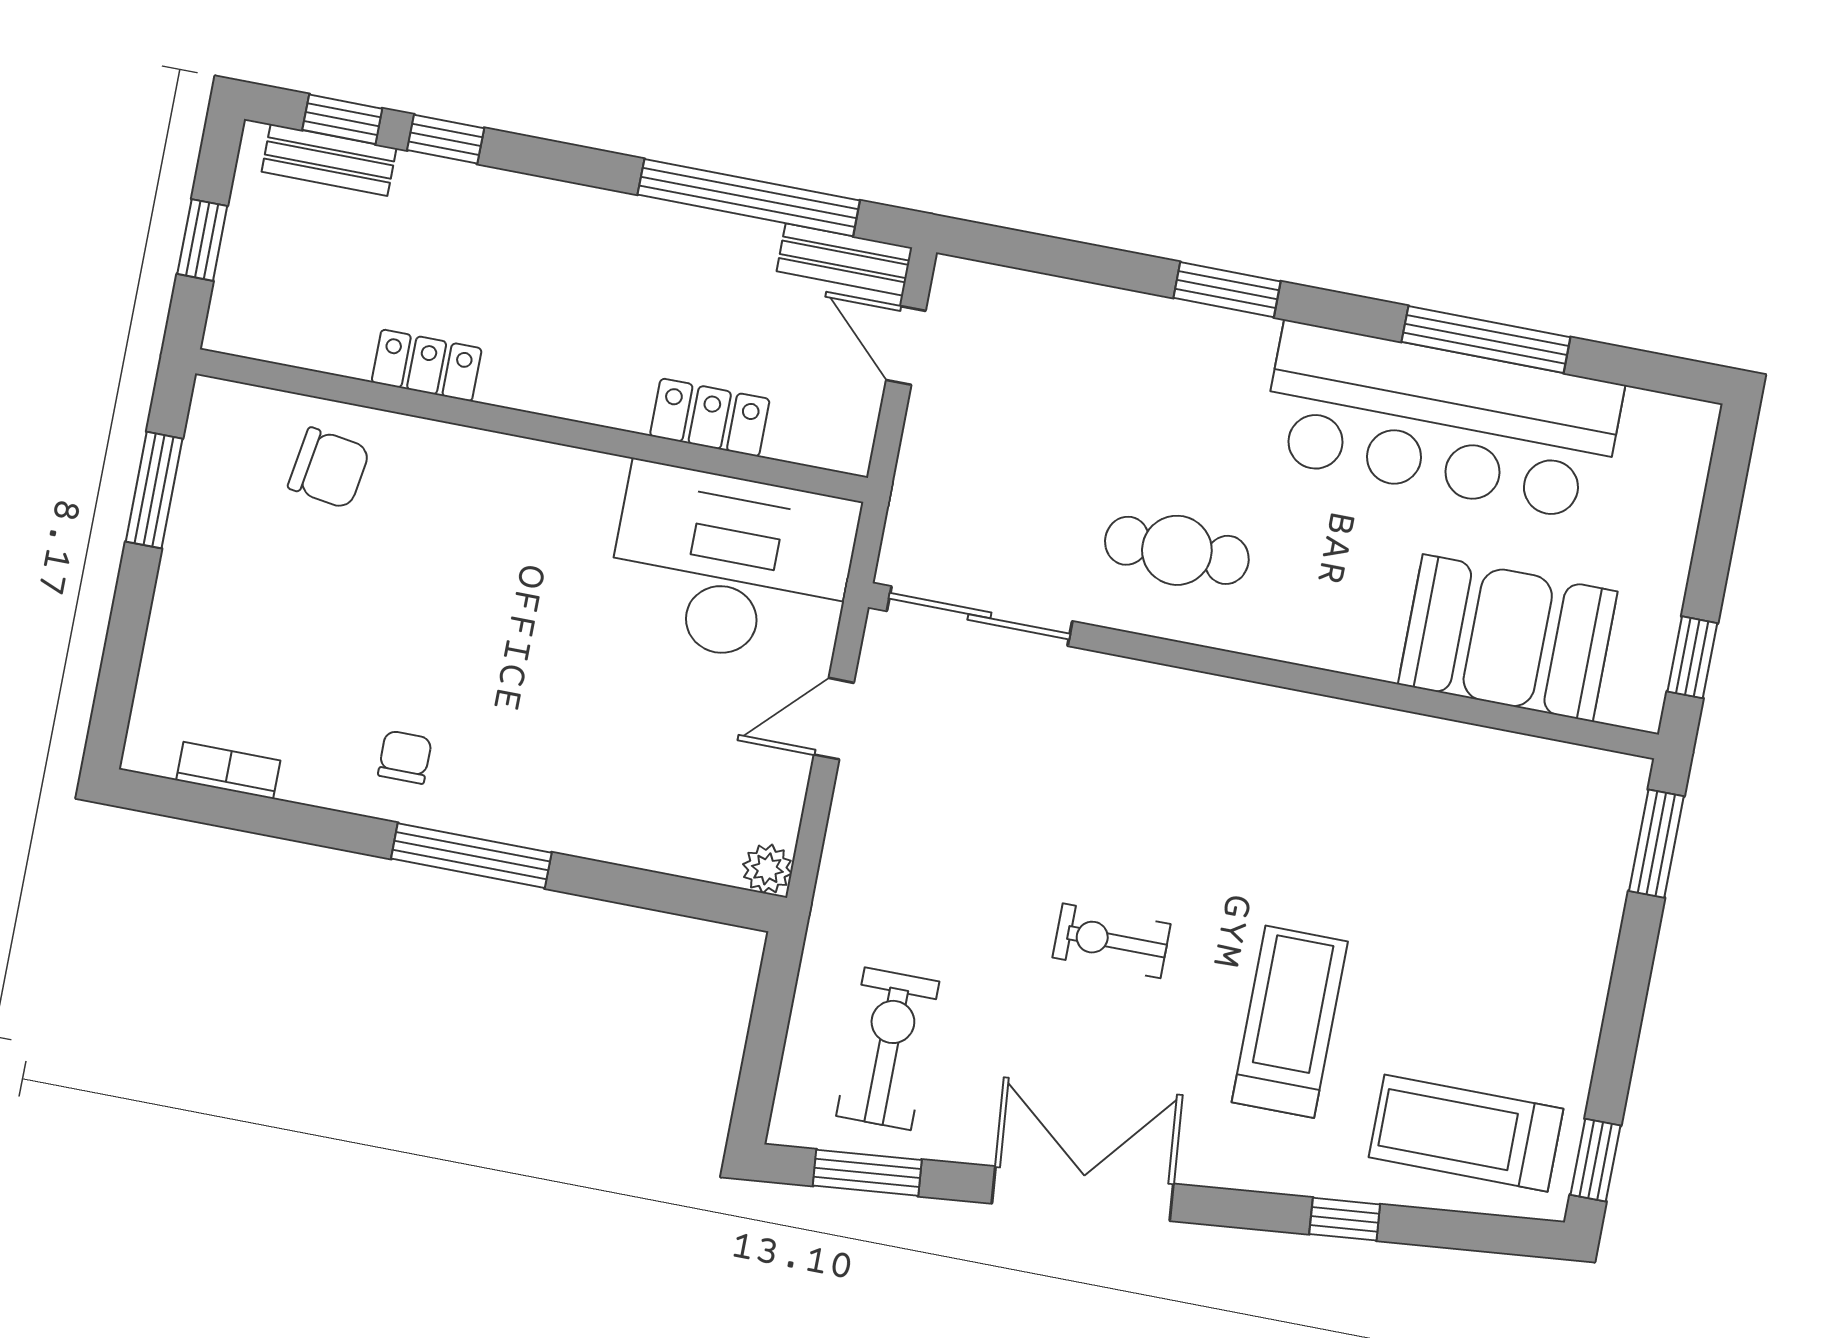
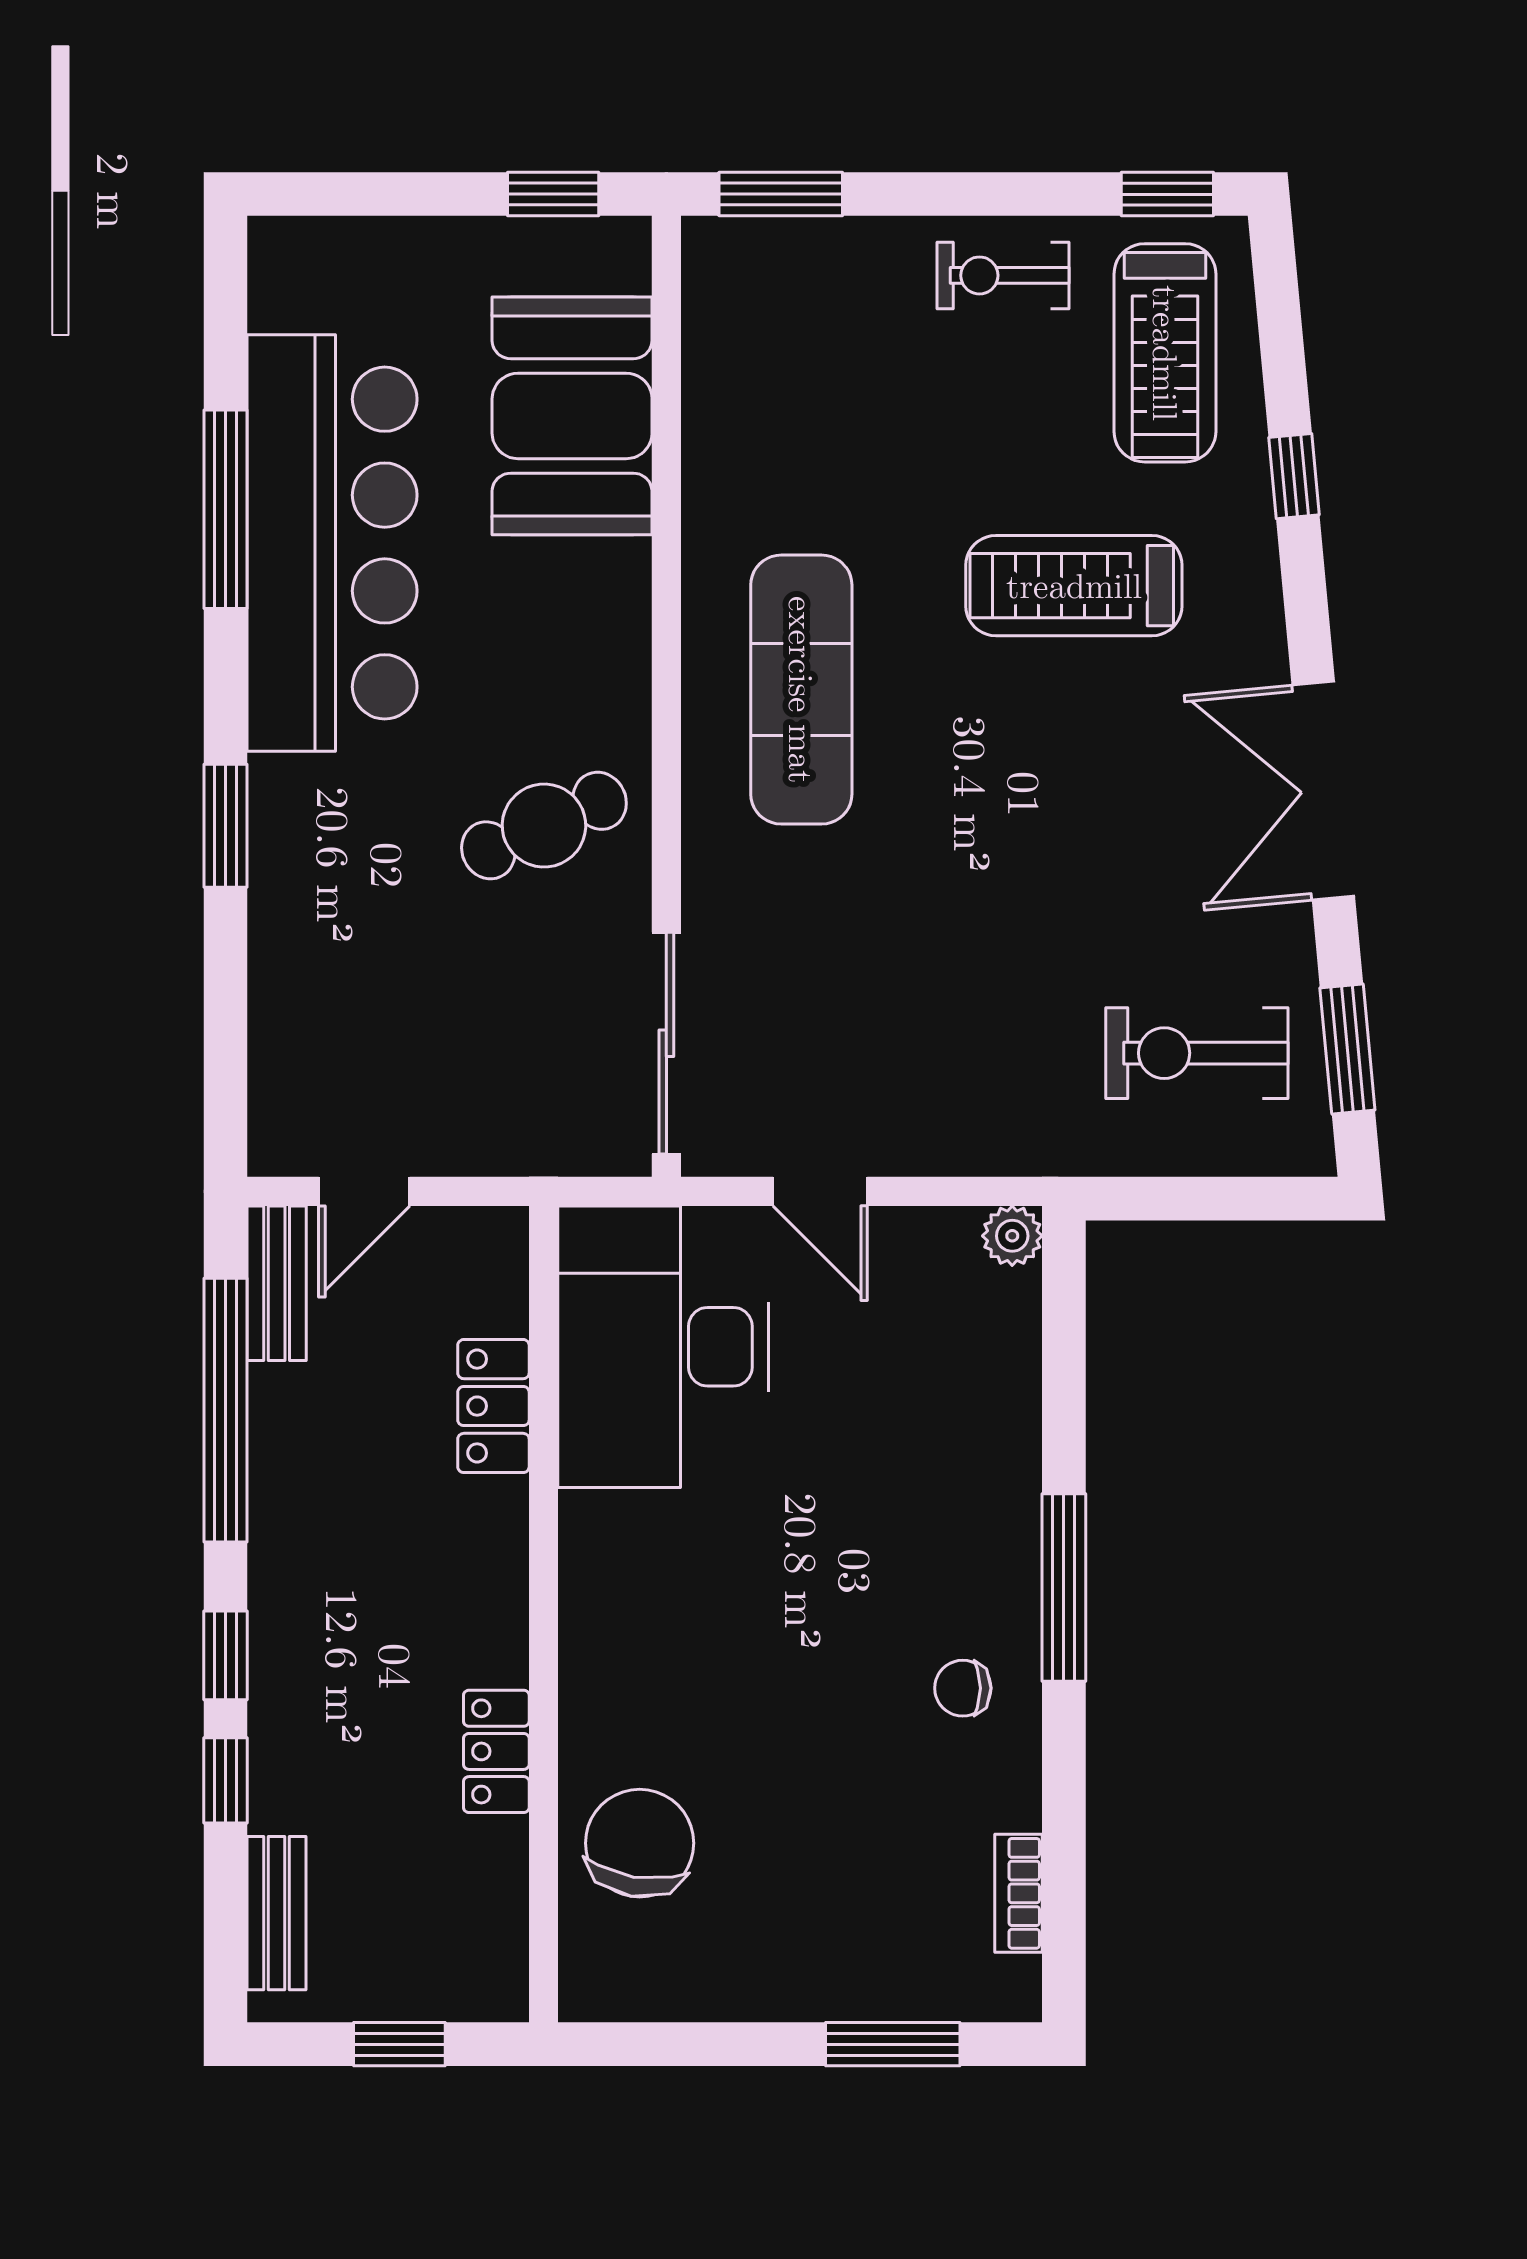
window: (342, 119) -> (225, 1655), moved
chair: (329, 468) -> (640, 1843), width x1.37, depth x1.37
window: (154, 490) -> (893, 2044), moved
cafe table: (1177, 550) -> (544, 826), turned 66
exercise mat: (1248, 782) -> (801, 690), added
exercise bike: (1112, 941) -> (1003, 275), moved, turned 90

